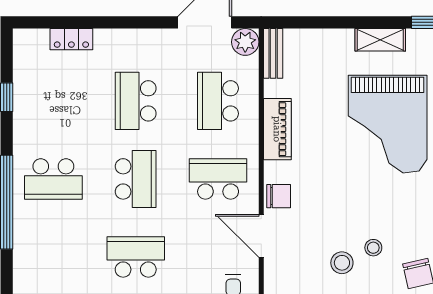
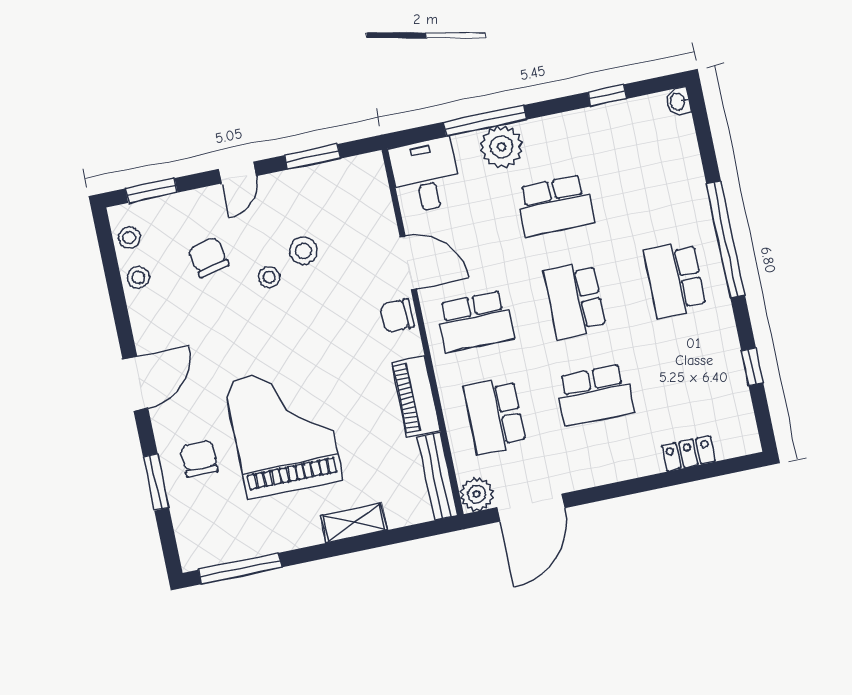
shelving: (380, 40) -> (354, 523), moved
bench: (273, 53) -> (438, 476), width x1.36
school desk: (136, 101) -> (595, 395), turned 90
school desk: (218, 101) -> (495, 416), turned 180
school desk: (53, 179) -> (675, 279), turned -90

